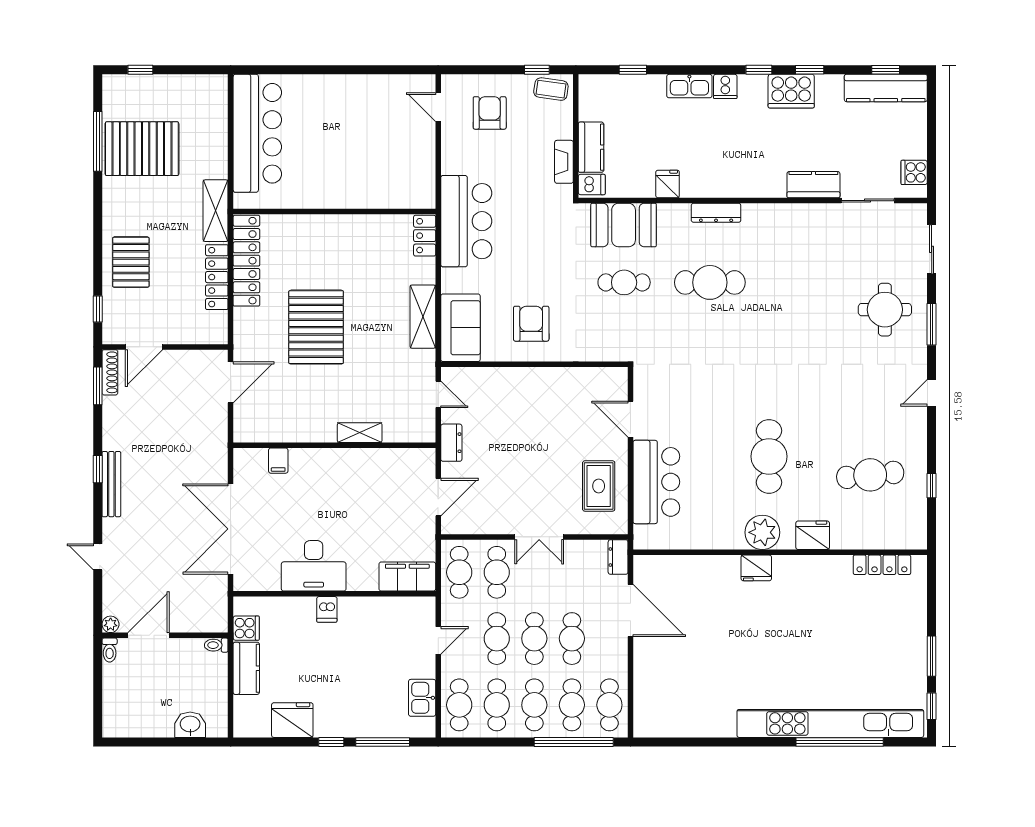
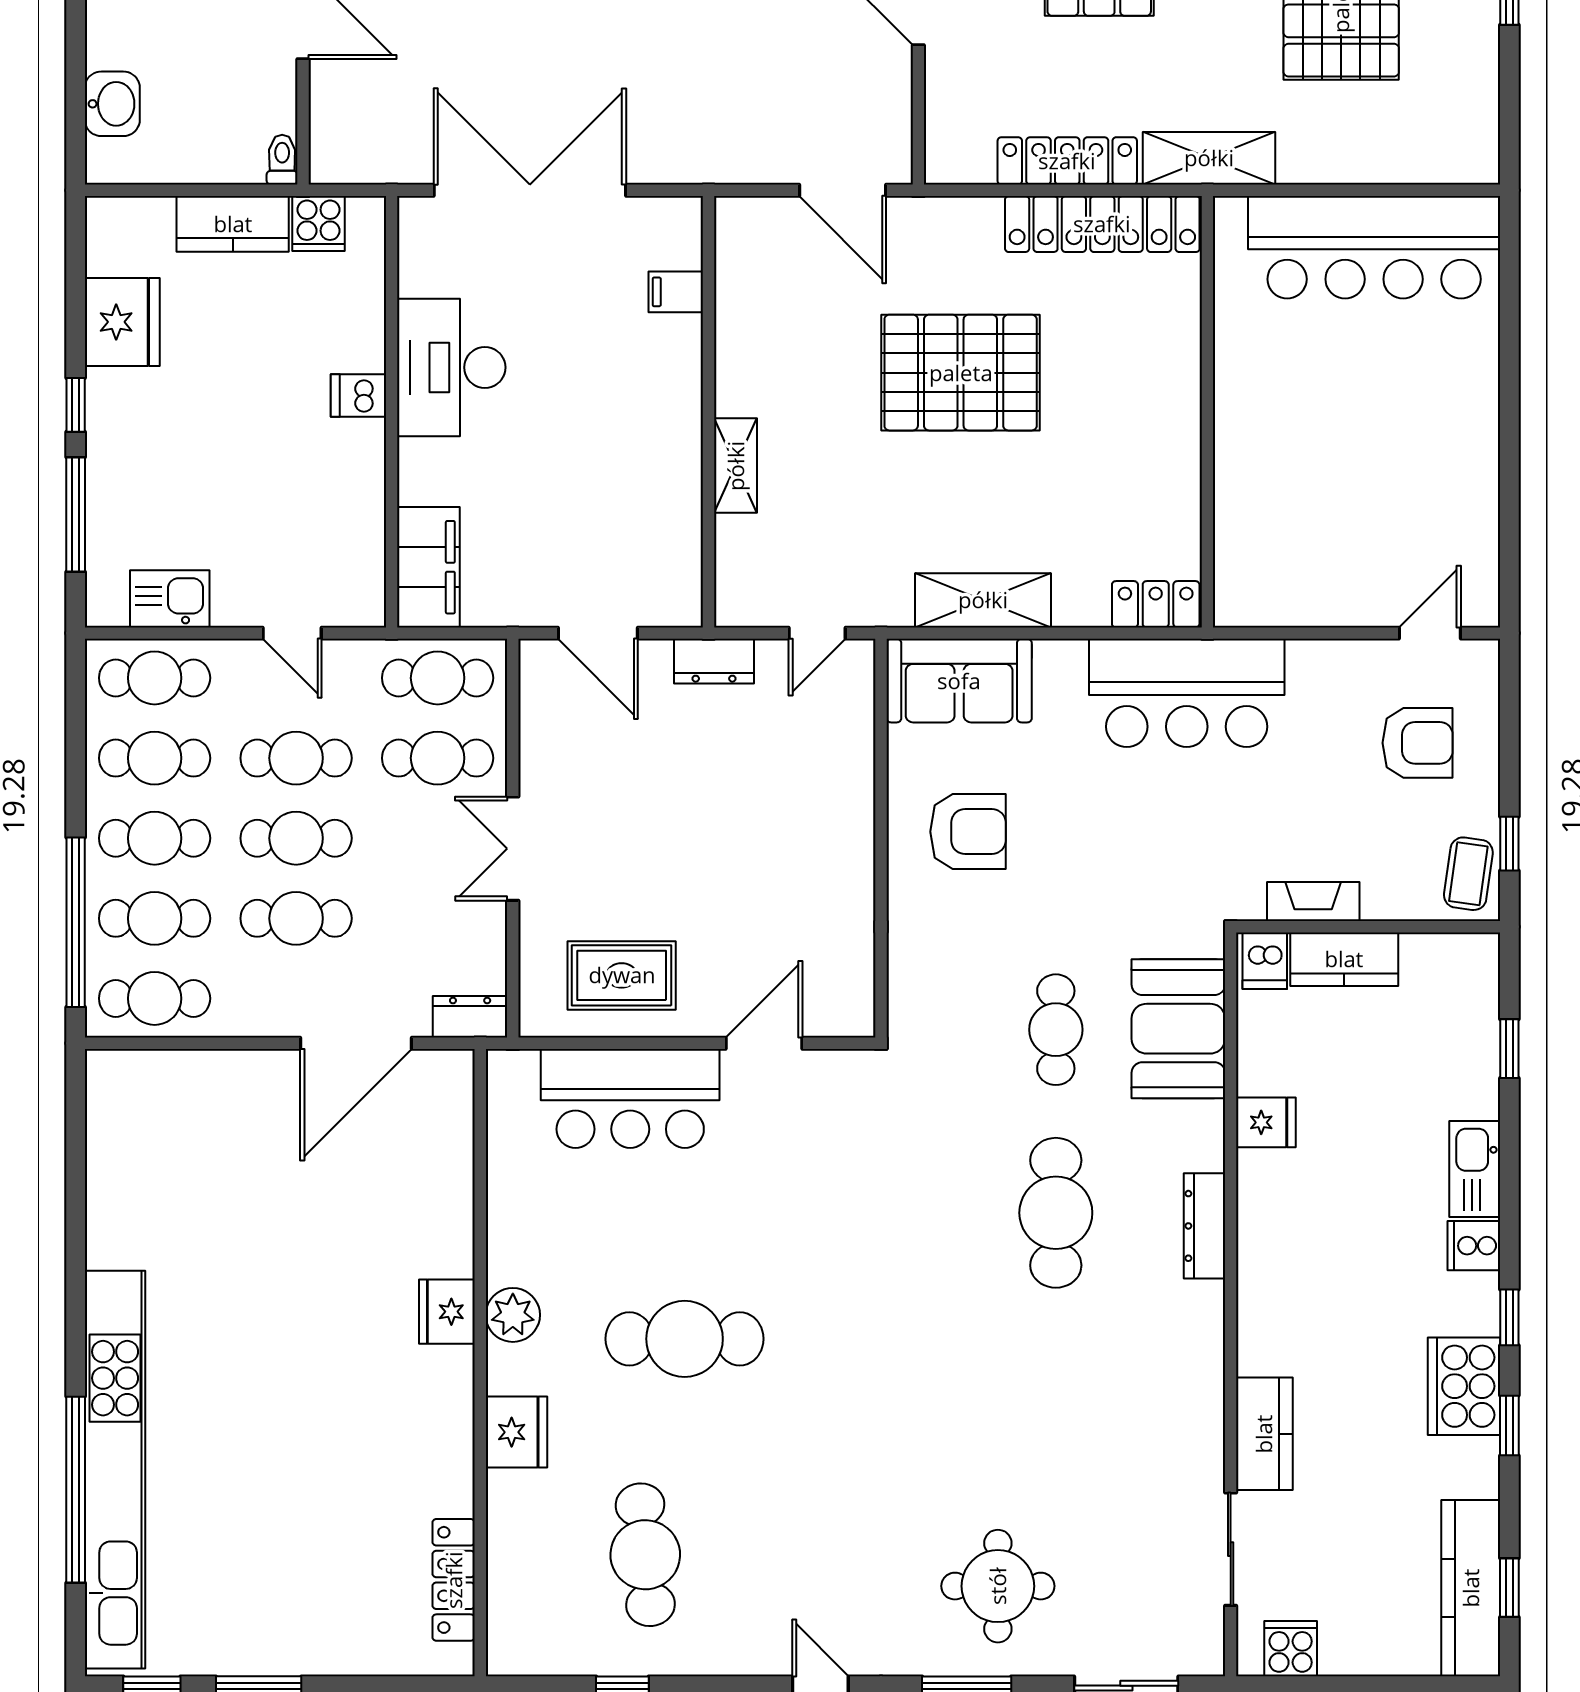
plant: (762, 532) -> (513, 1315), width x0.73, depth x0.73

